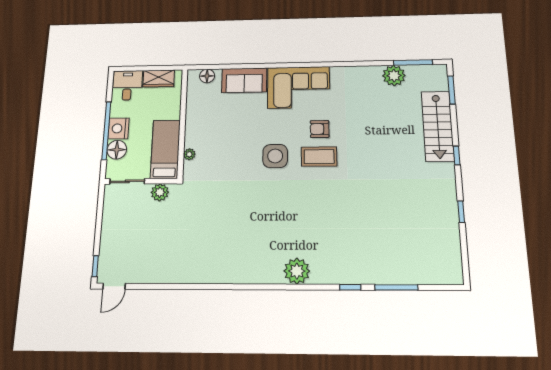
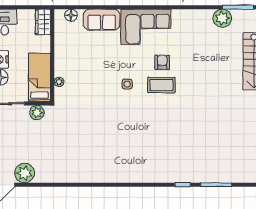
wardrobe: (159, 78) -> (43, 22), moved, turned 90
armchair: (320, 129) -> (162, 62), turned 90
side table: (275, 156) -> (127, 84), width x0.54, depth x0.54
plant: (297, 271) -> (25, 173), moved

